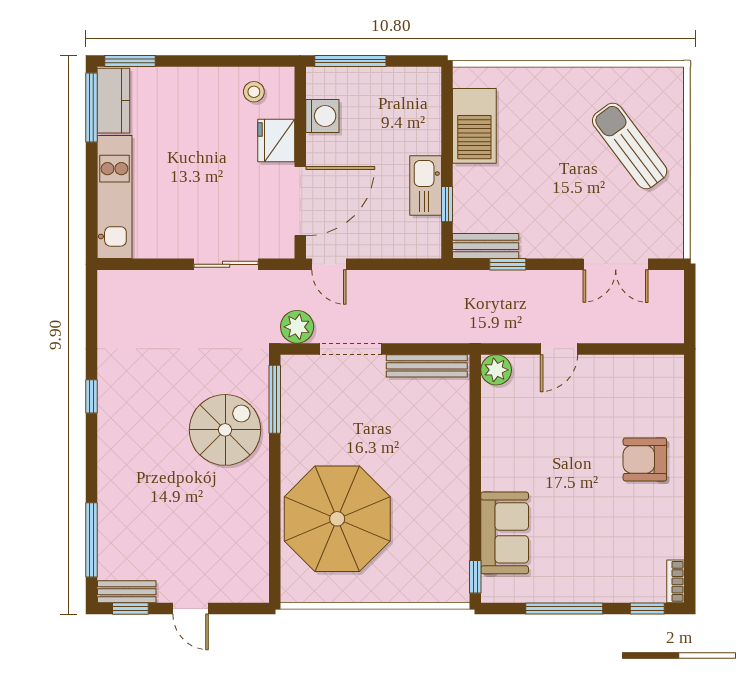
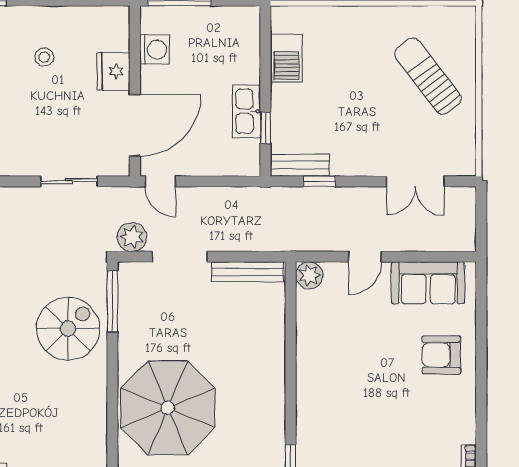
stool: (254, 92) -> (44, 57), moved
barbecue: (474, 126) -> (286, 58), width x0.73, depth x0.83
sofa: (505, 533) -> (428, 283), moved, turned 90

